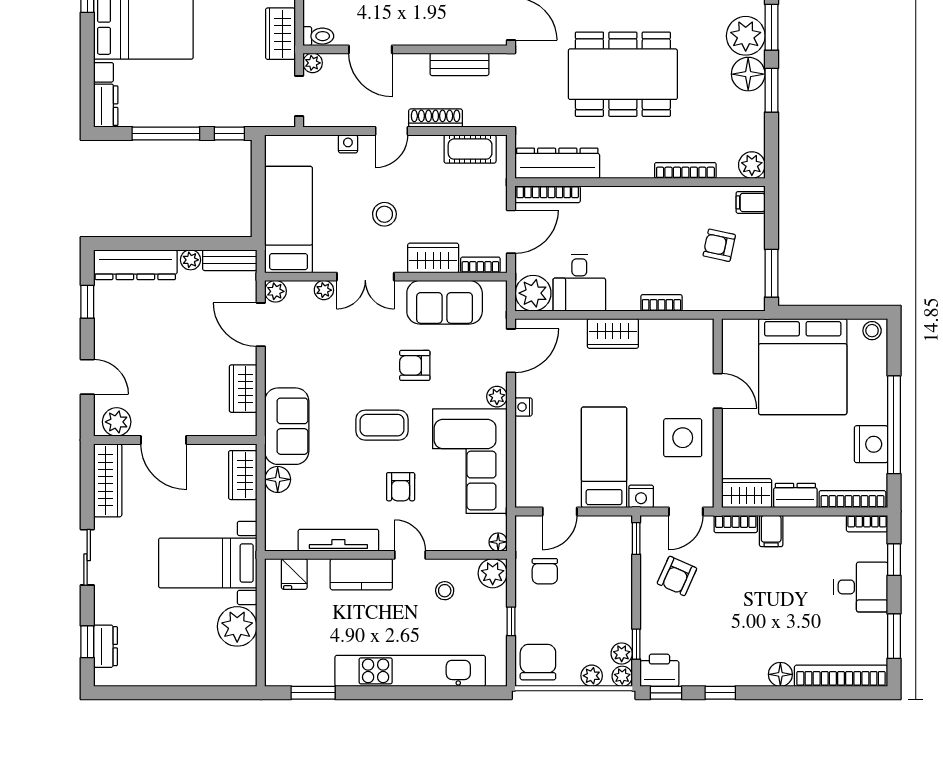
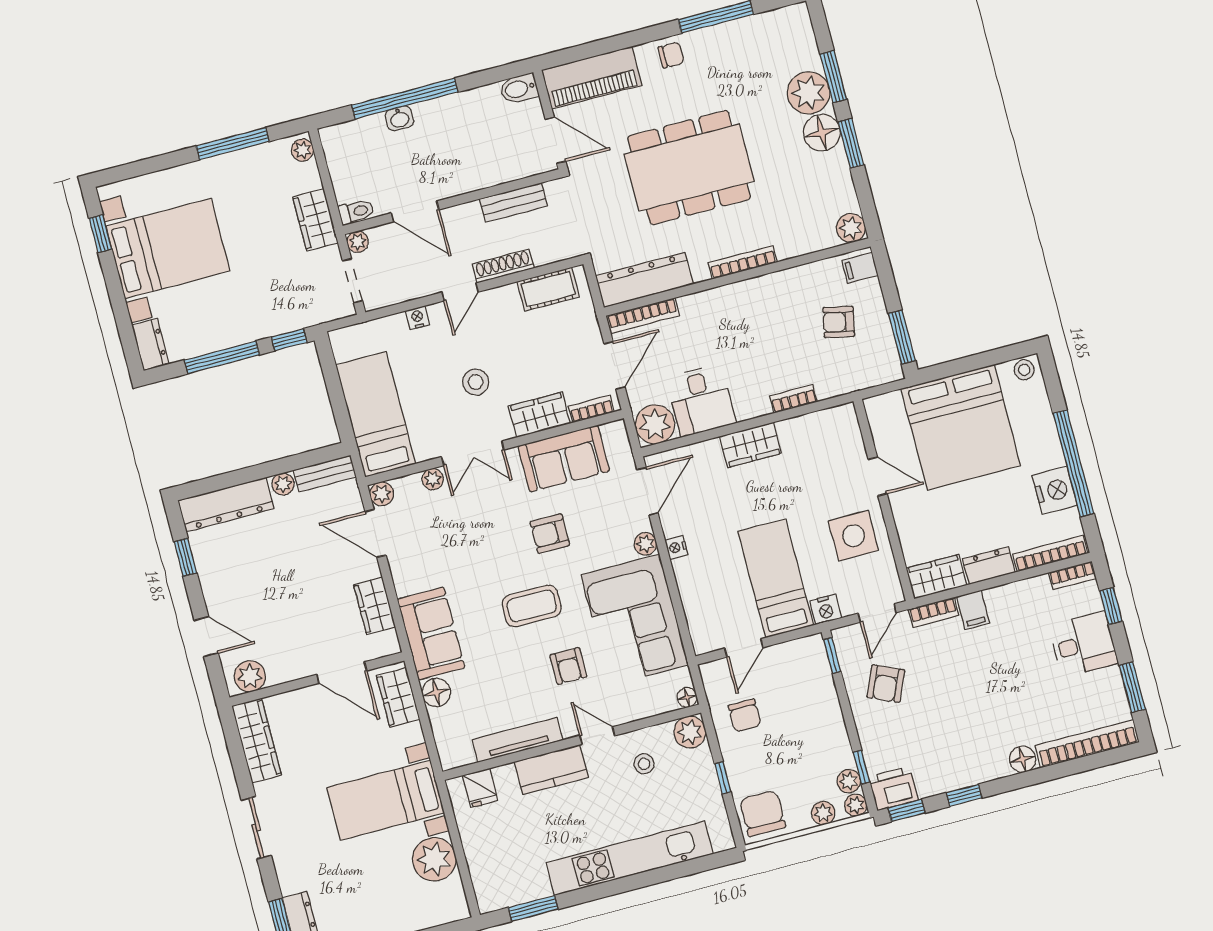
bookcase: (685, 170) -> (743, 262), moved
door: (164, 440) -> (342, 673), moved

